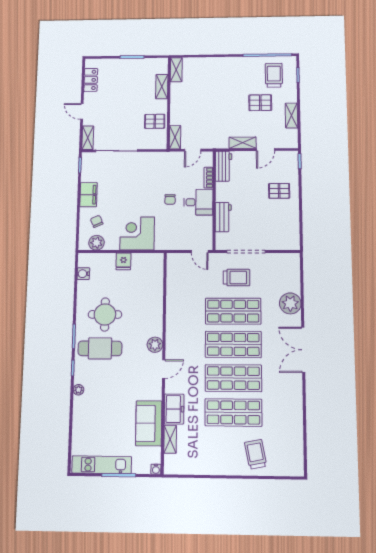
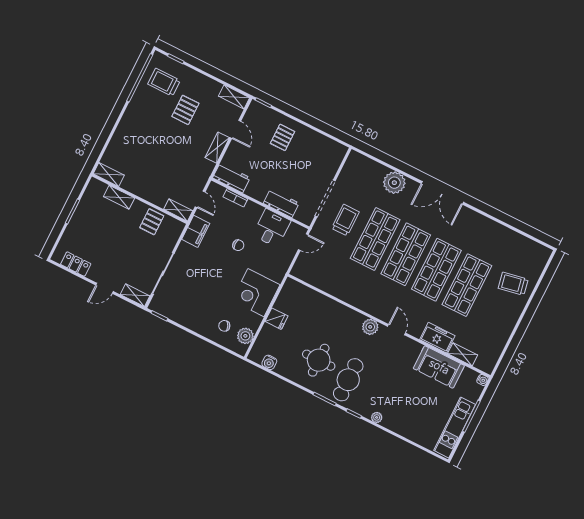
shelving: (291, 116) -> (234, 97), moved
filing cabinet: (88, 195) -> (196, 231), moved, turned 90
desk: (198, 202) -> (272, 228), moved

